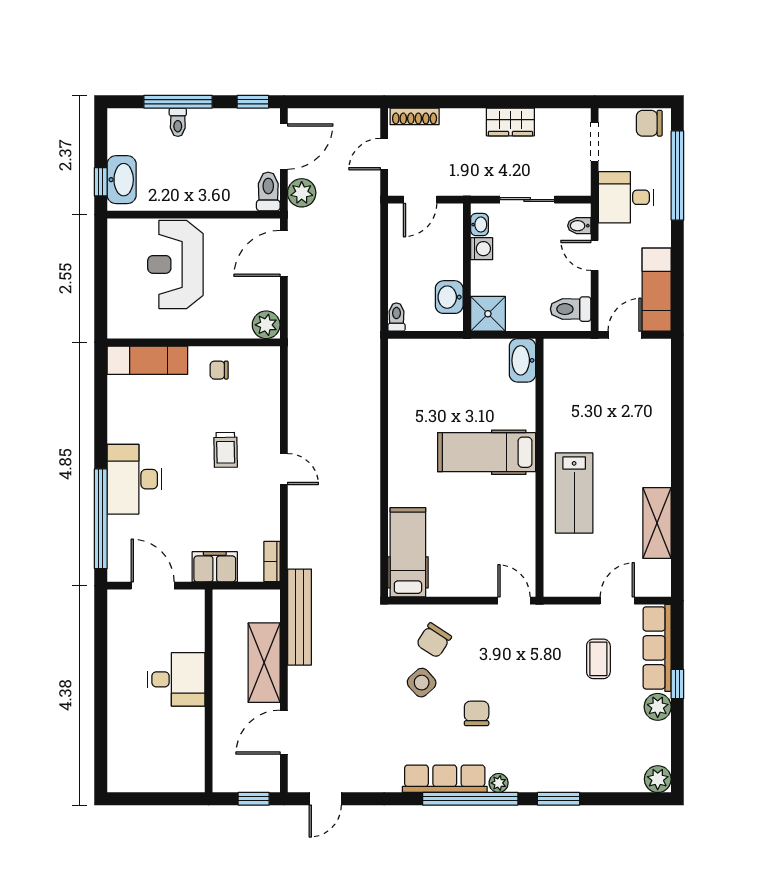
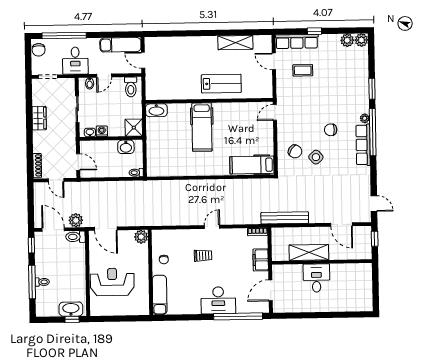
reception desk: (175, 264) -> (112, 282), turned 180
shelving: (264, 663) -> (309, 252), moved
plant: (658, 707) -> (347, 40), moved

